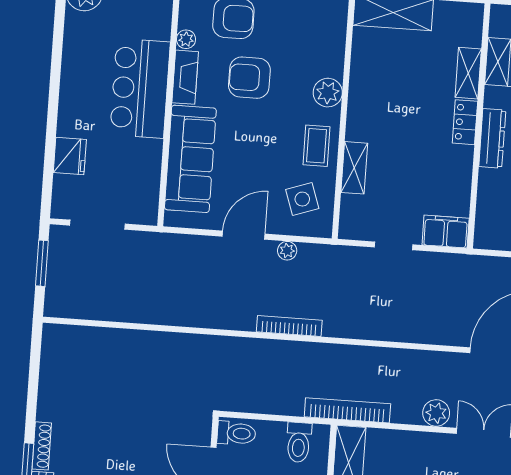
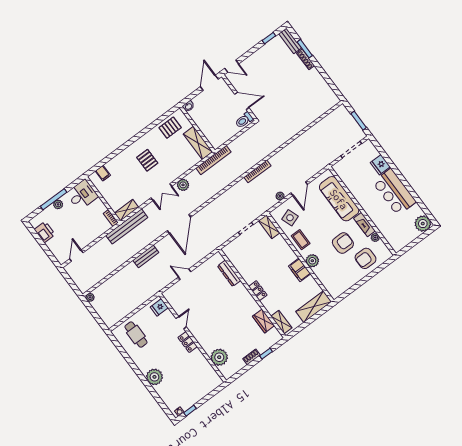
shelving: (468, 73) -> (281, 322), moved
bar counter: (140, 88) -> (394, 192), moved, turned 180
dresser: (492, 138) -> (229, 273), moved
shelving: (354, 168) -> (269, 227), moved
filing cabinet: (446, 232) -> (300, 270), moved, turned 90
toilet: (299, 442) -> (221, 135), removed

